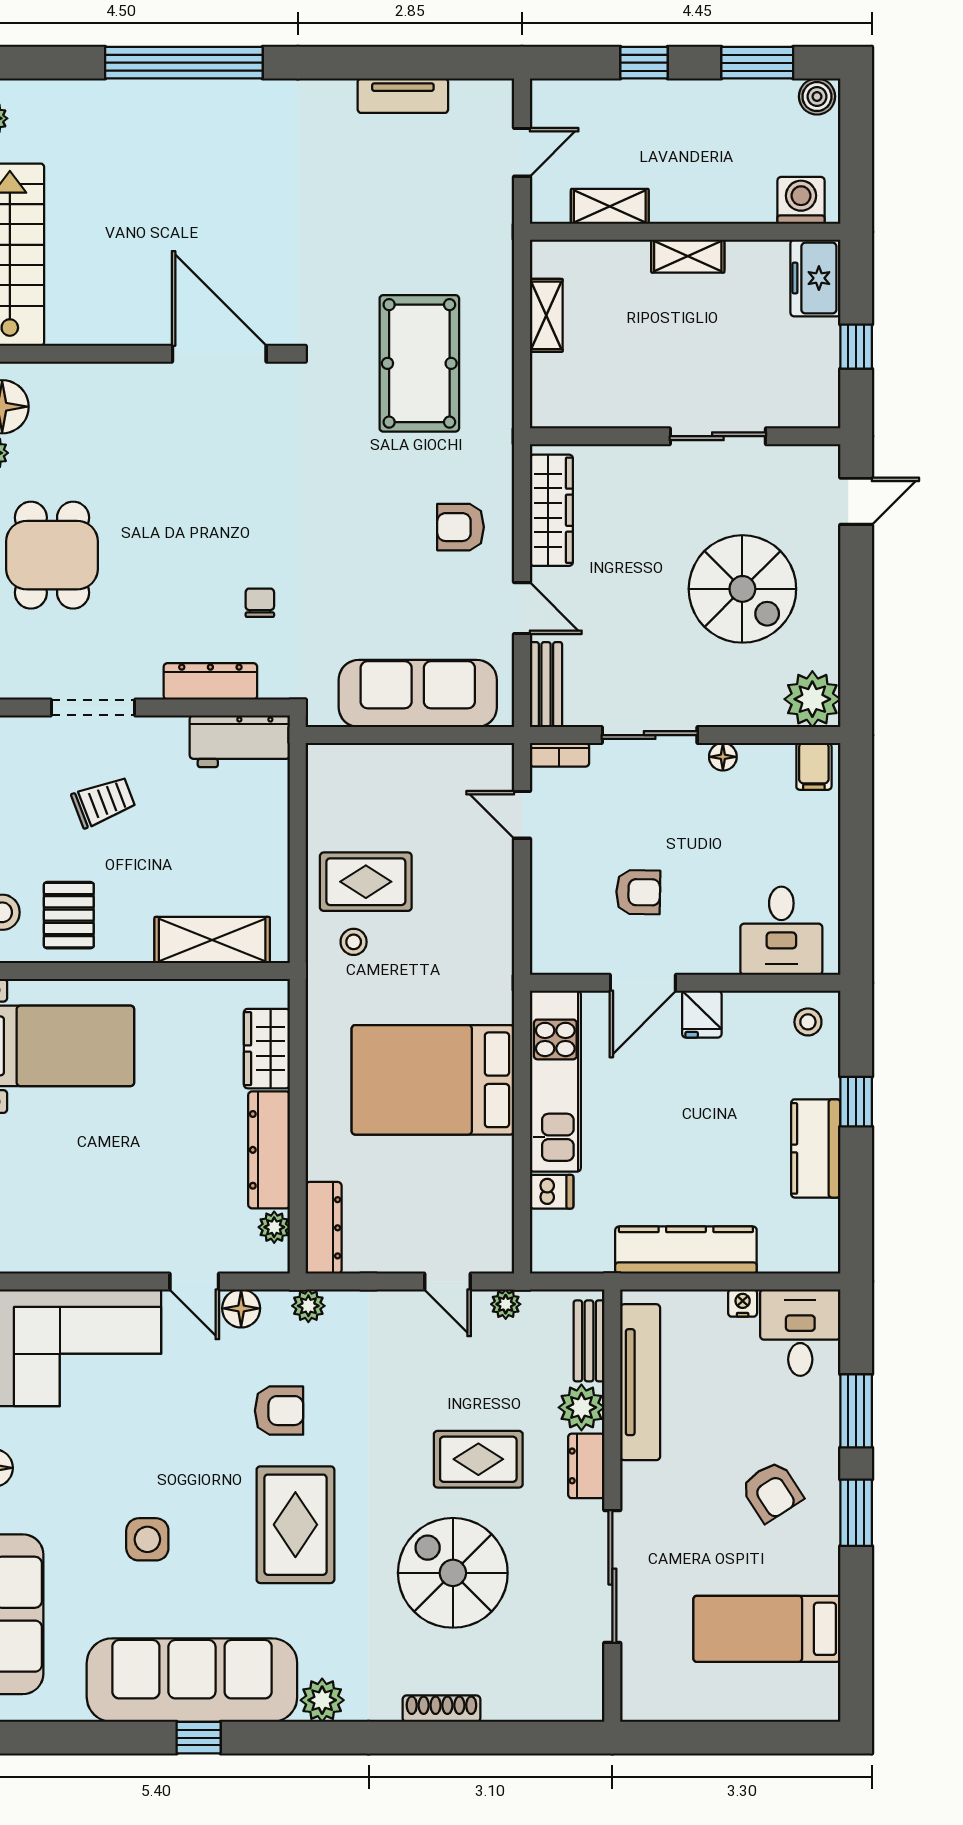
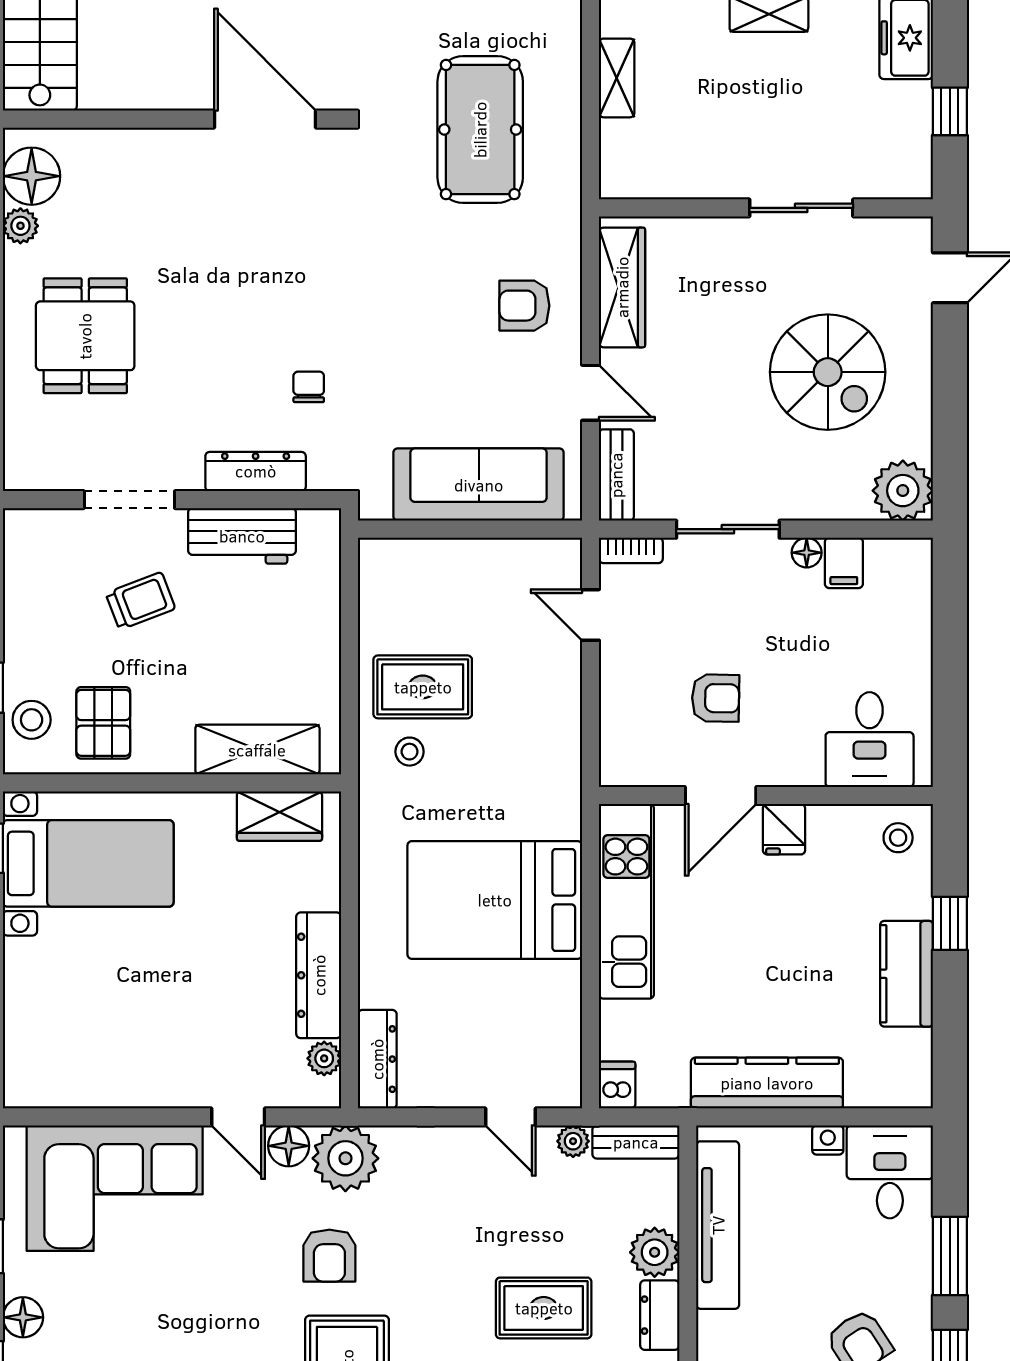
workbench: (240, 741) -> (242, 536), moved
filing cabinet: (814, 766) -> (844, 563), moved
wardrobe: (267, 1049) -> (279, 816), moved, turned -90
dishwasher: (552, 1192) -> (617, 1085), moved, turned -90
plant: (308, 1306) -> (345, 1158), width x1.87, depth x1.87
bench: (589, 1341) -> (636, 1142), moved, turned 90
armchair: (279, 1411) -> (329, 1256), turned 90

